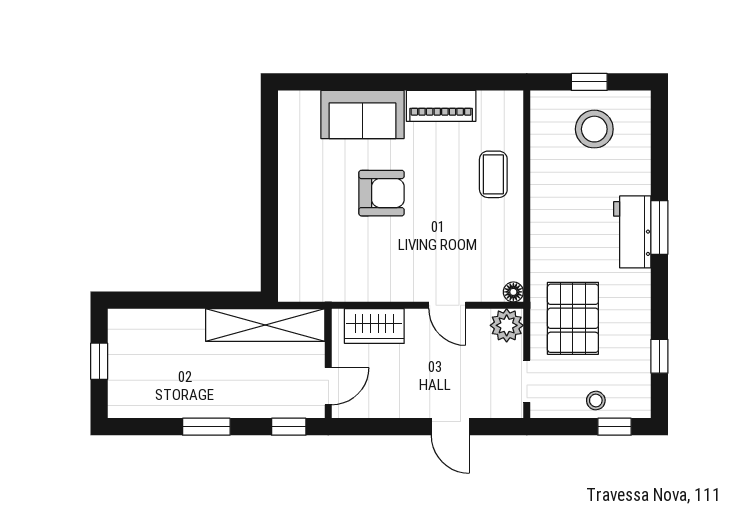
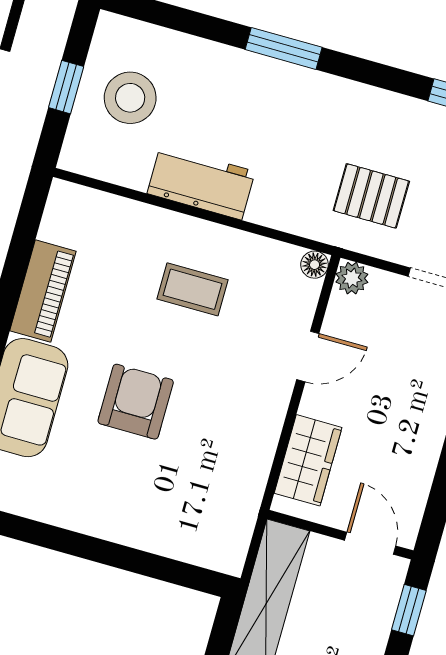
coffee table: (493, 174) -> (192, 289), moved
workbench: (632, 232) -> (201, 182), moved, turned 180
pallet: (573, 318) -> (371, 196), width x0.67, depth x0.71
plant: (507, 325) -> (352, 278), width x0.73, depth x0.73

